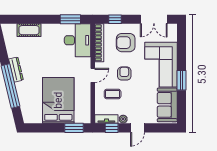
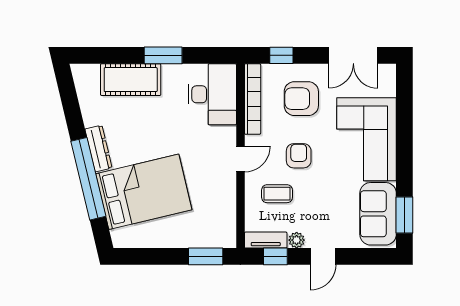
window: (70, 19) -> (163, 55), moved
cot: (29, 30) -> (131, 80), width x1.37, depth x1.34
window: (181, 80) -> (404, 215), moved
bed: (58, 100) -> (144, 192), moved, turned 77

